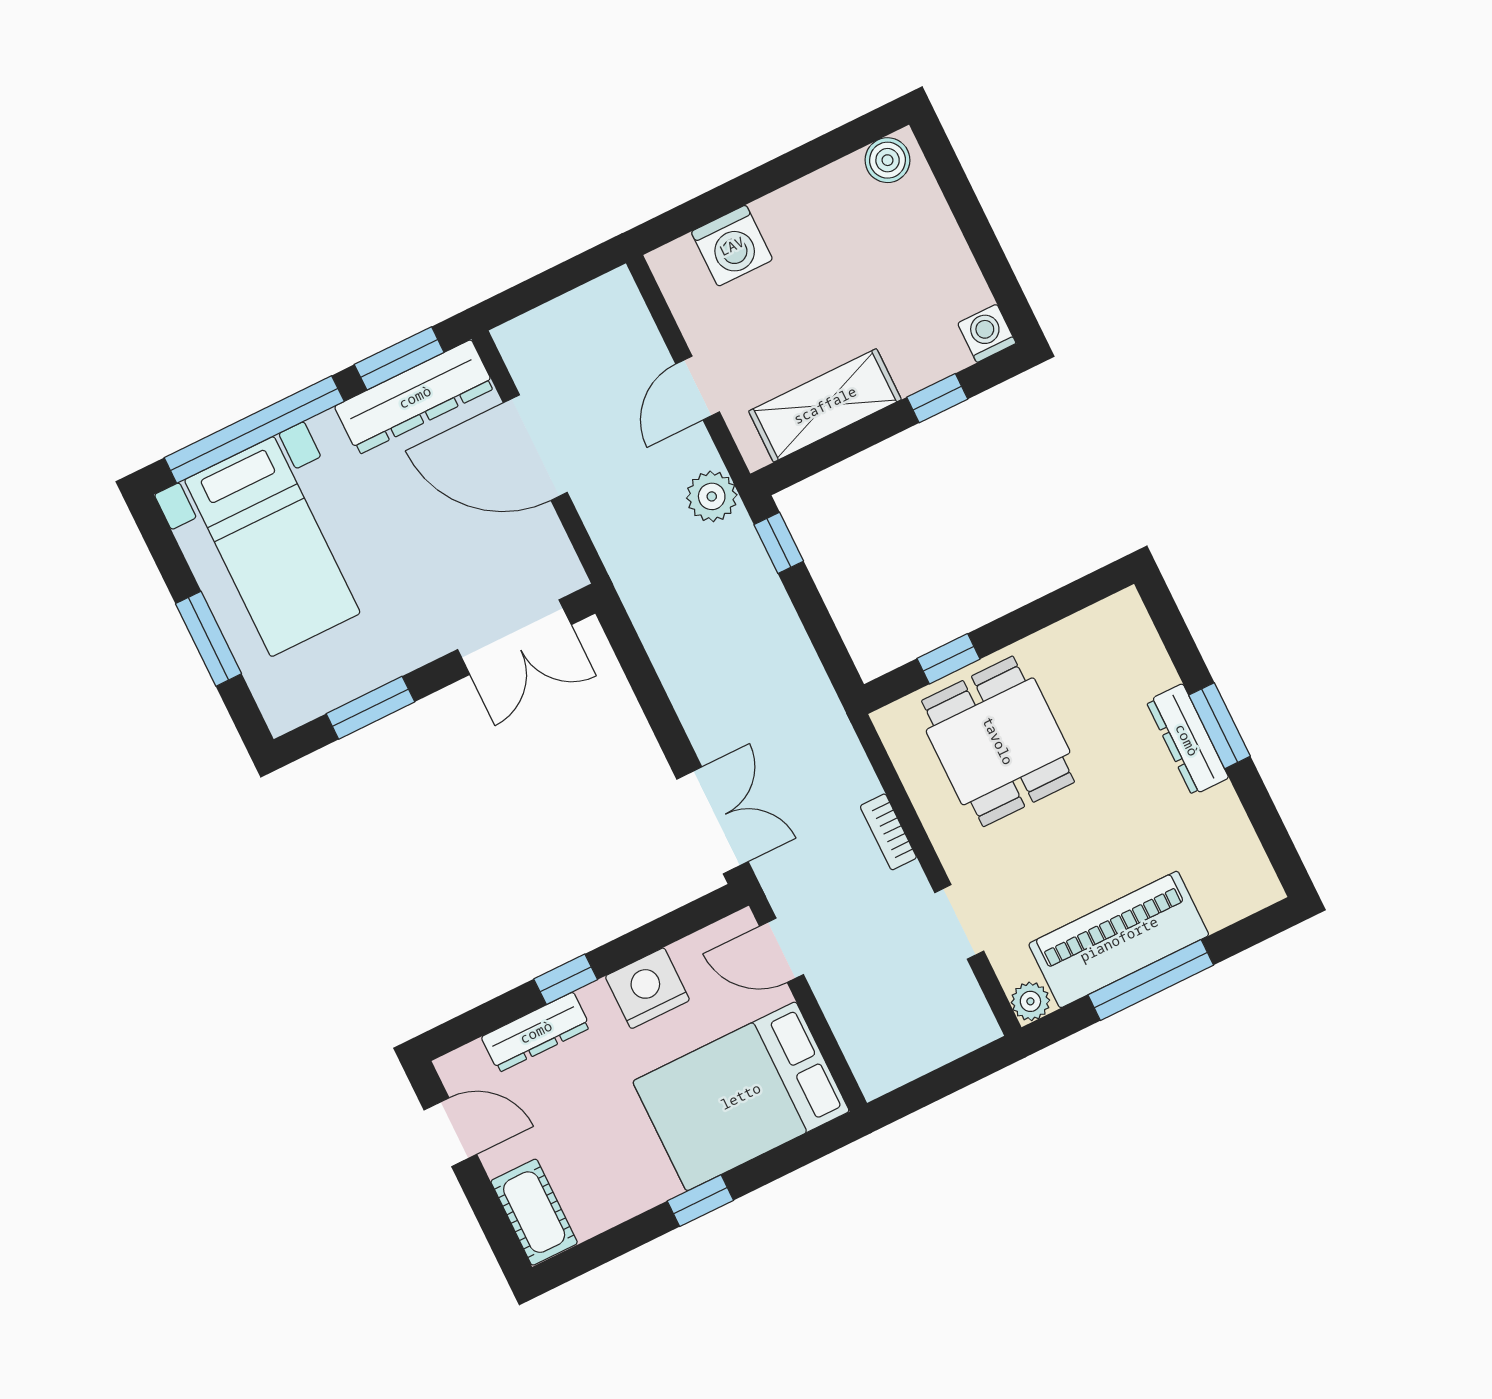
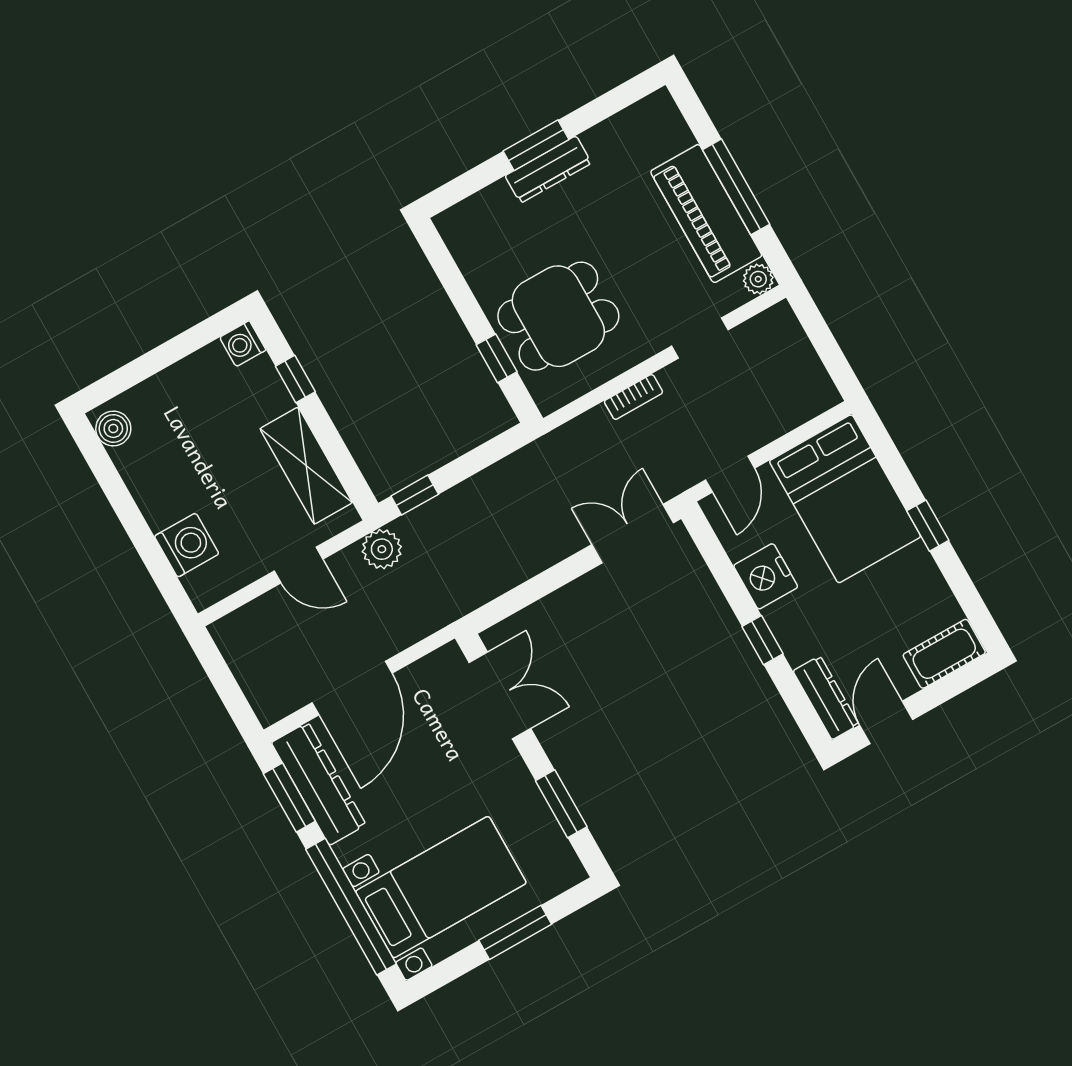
dresser: (536, 1032) -> (826, 698), moved

